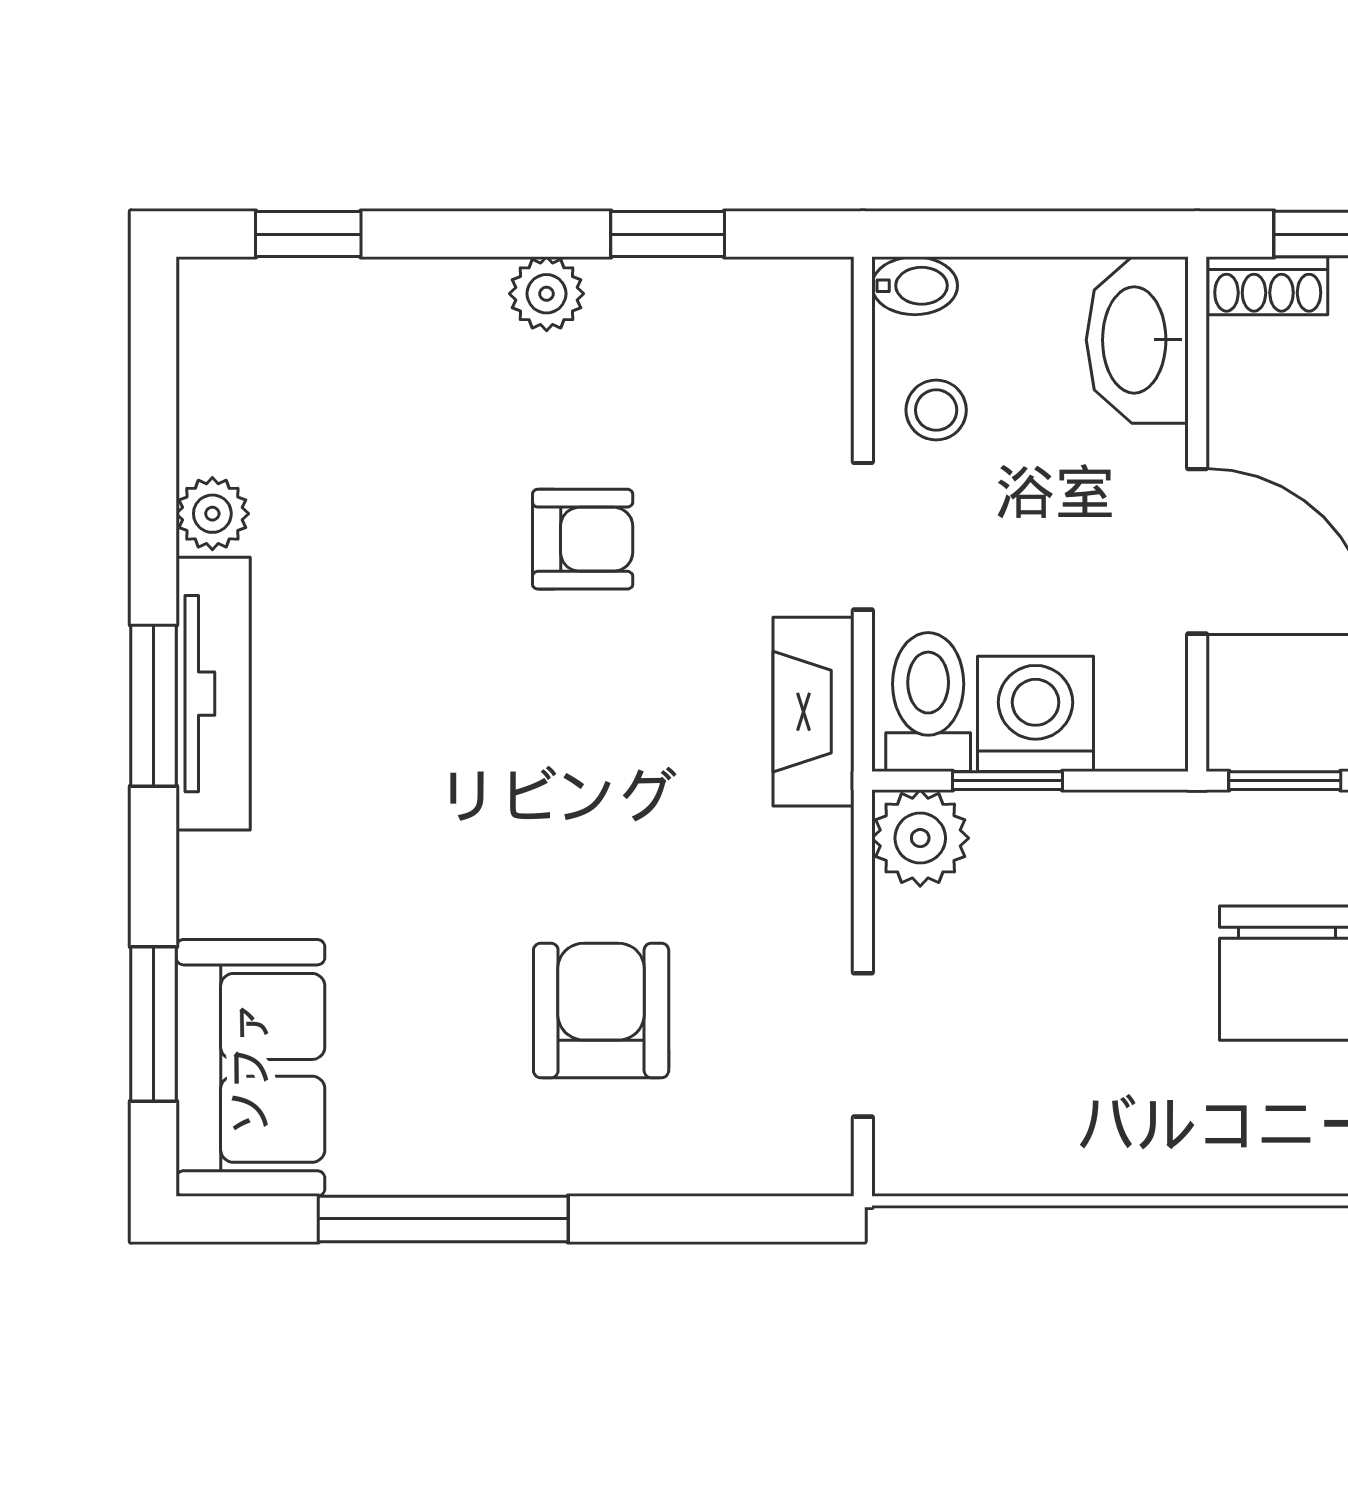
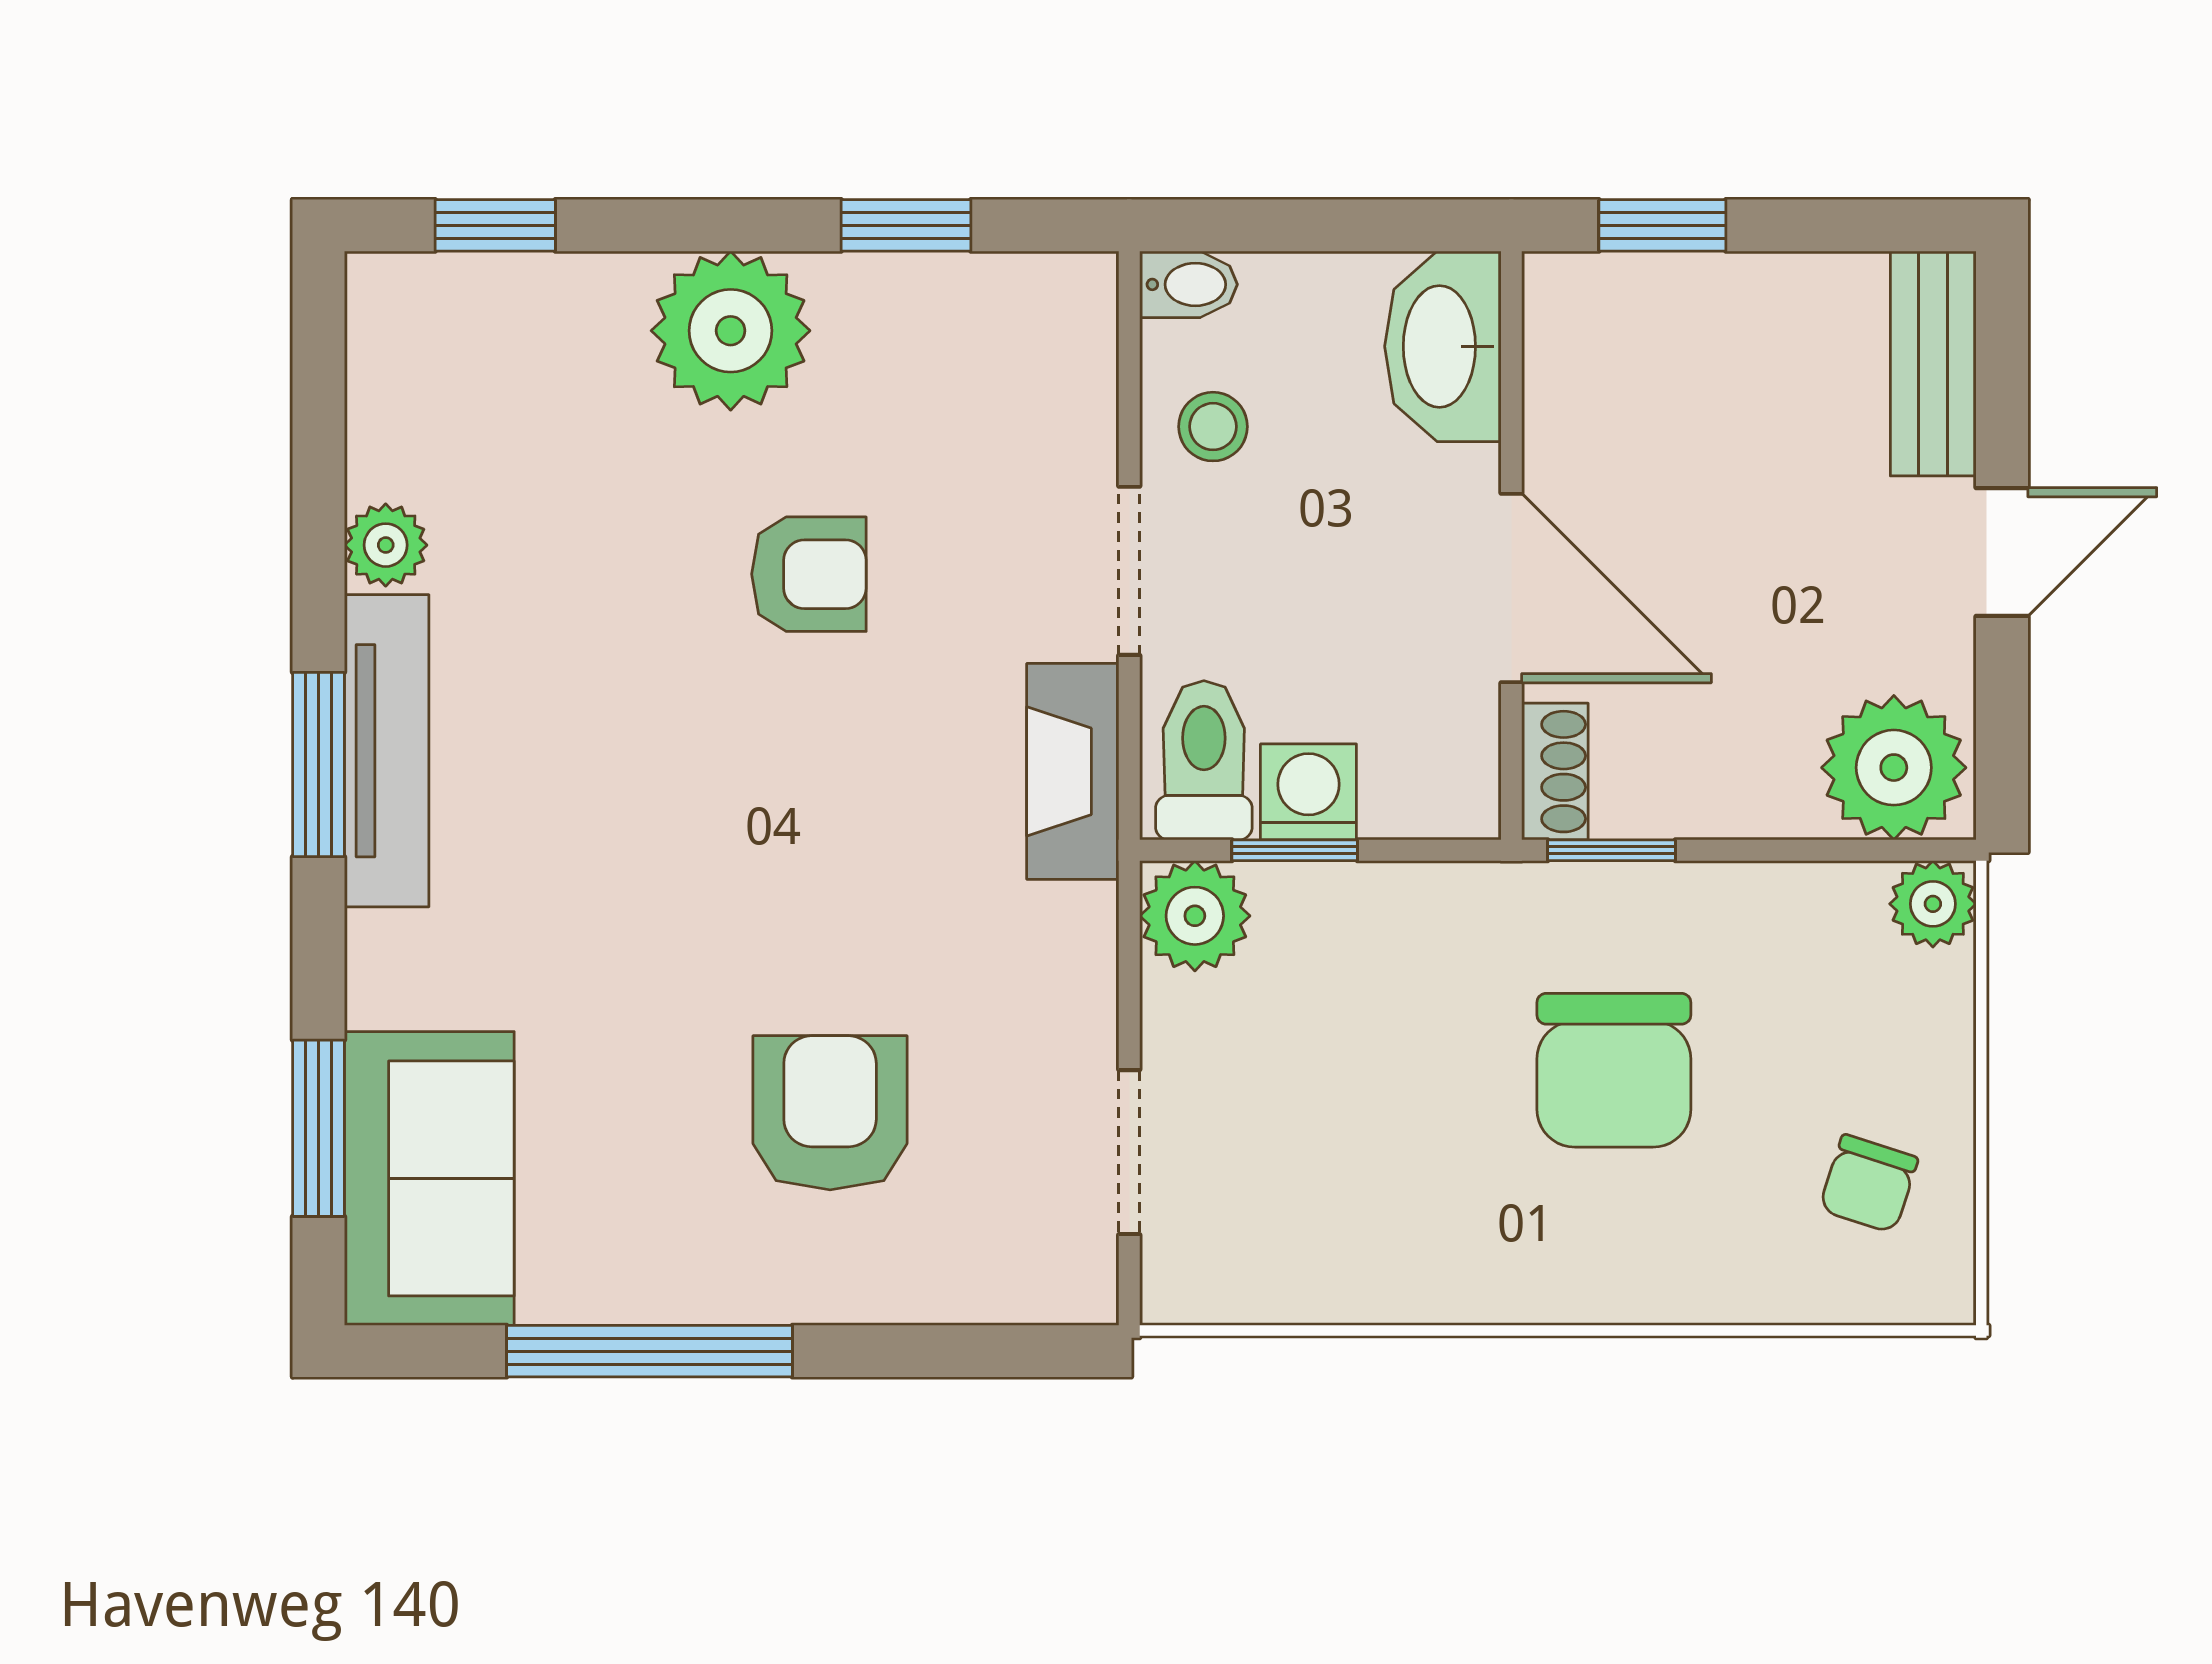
shoe rack: (1268, 286) -> (1555, 772), moved, turned -90
plant: (547, 294) -> (731, 331), width x1.88, depth x1.88
washing machine: (1036, 714) -> (1308, 792), width x0.73, depth x0.73

